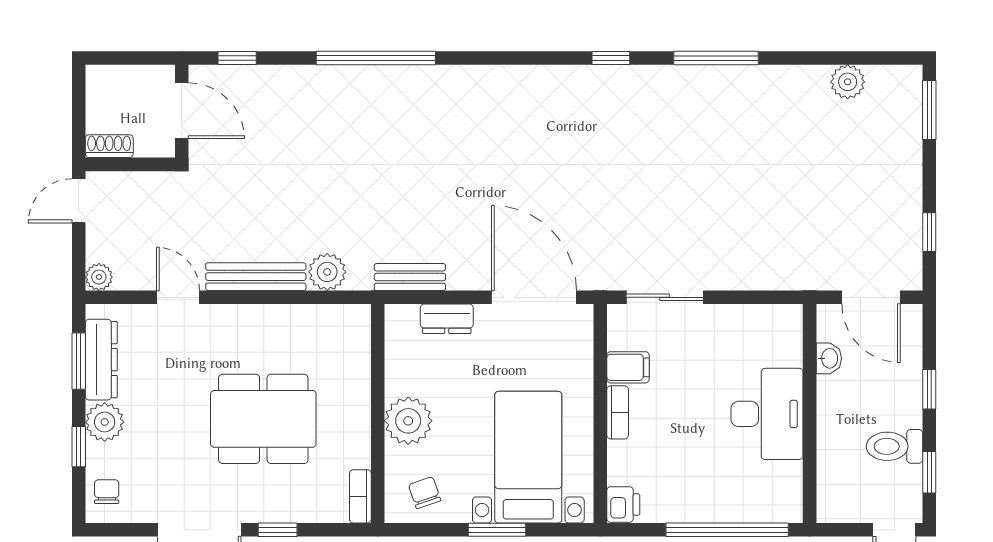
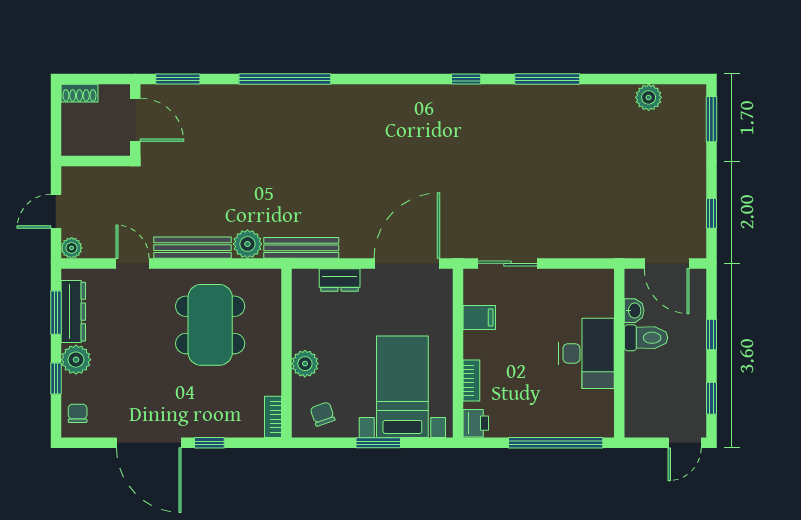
window: (237, 58) -> (178, 79), width x1.50
shoe rack: (109, 146) -> (79, 93), moved, turned 180
door: (79, 201) -> (56, 211), moved
bench: (410, 277) -> (301, 248), width x1.36
door: (534, 297) -> (407, 263), hinge flipped
bookcase: (618, 412) -> (471, 381), moved
dining table: (263, 419) -> (210, 325), moved, turned 90
plant: (408, 421) -> (305, 364), width x0.73, depth x0.73
toilet: (895, 446) -> (646, 338), moved, turned 180

